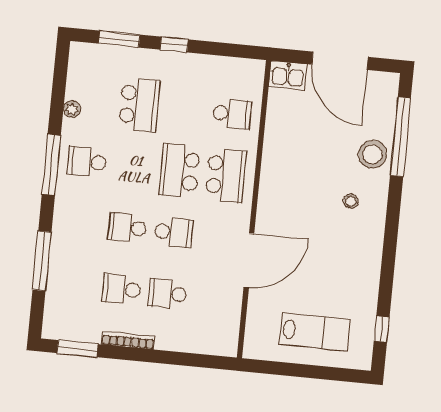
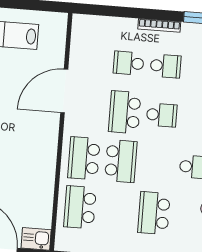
school desk: (232, 114) -> (80, 207), width x1.85
school desk: (174, 232) -> (125, 112), width x1.85
school desk: (168, 294) -> (129, 63), turned 180

